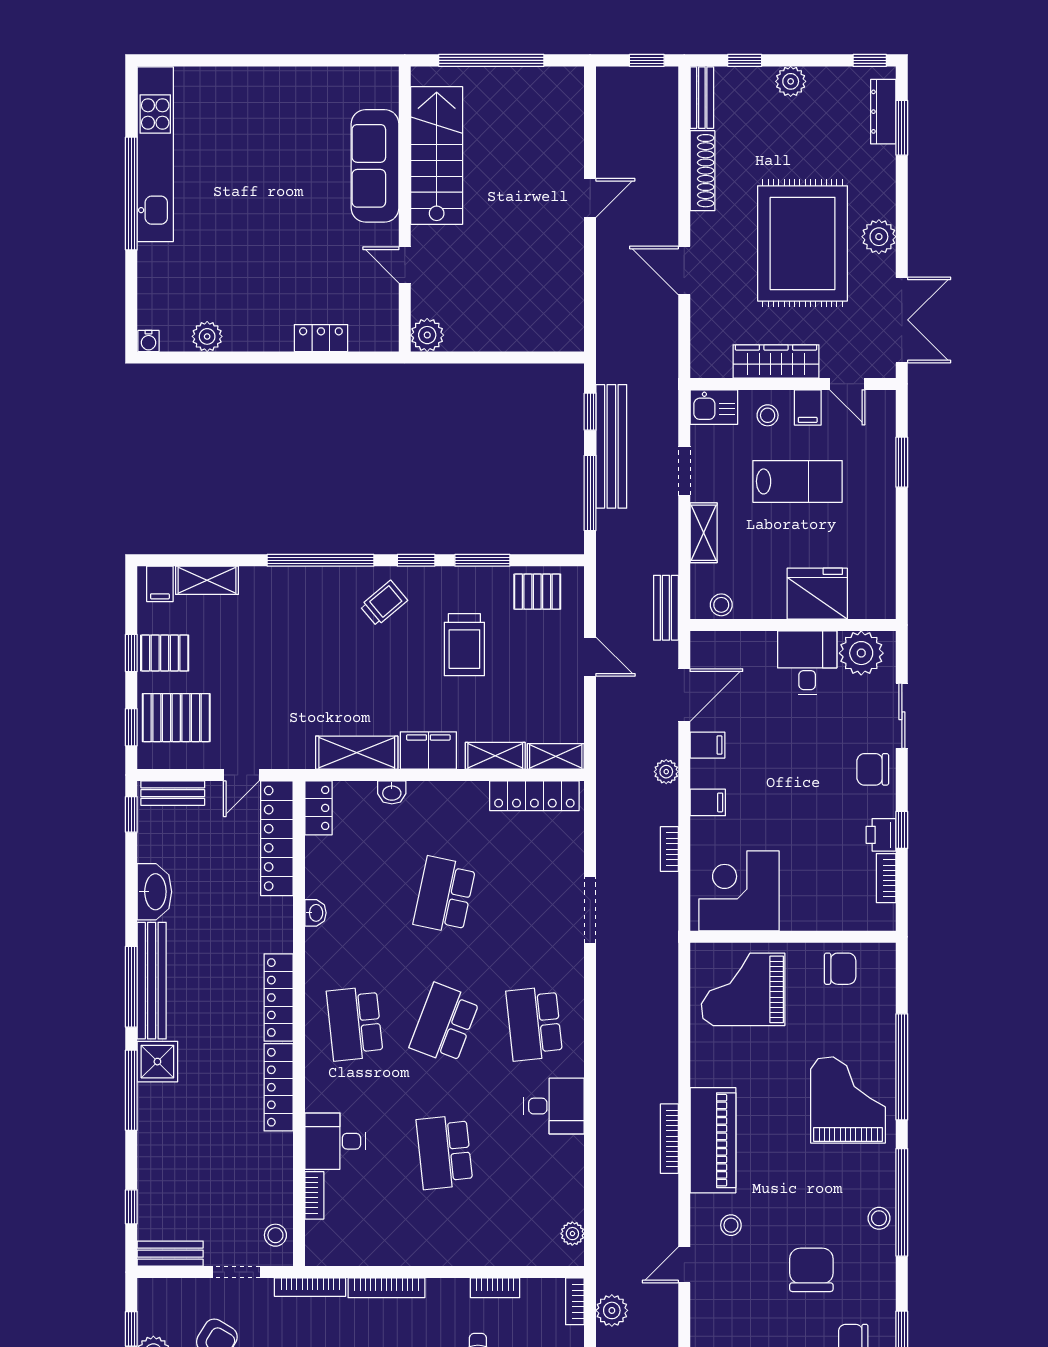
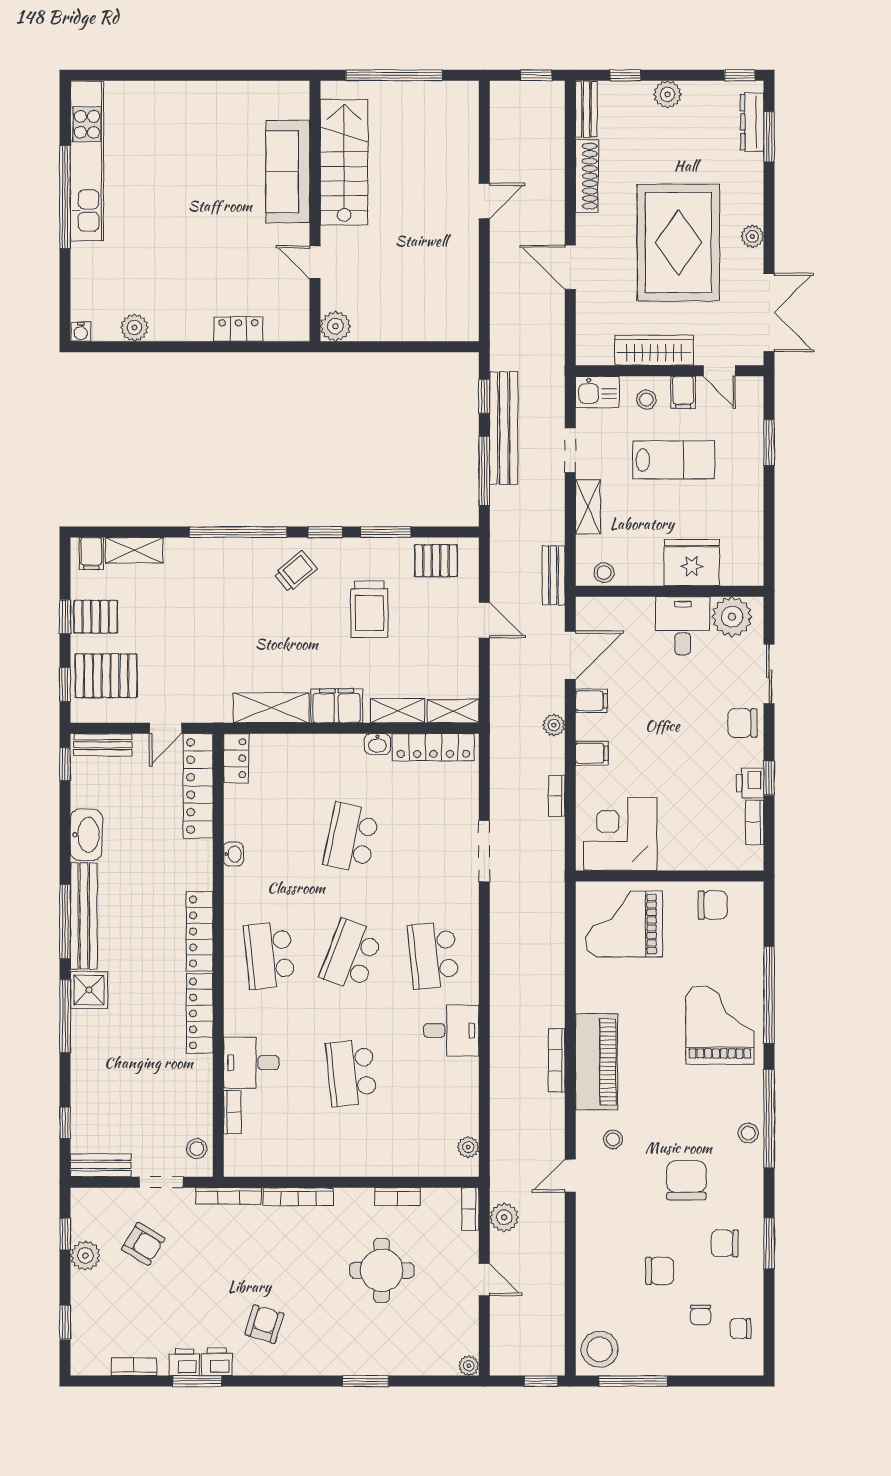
plant: (879, 237) -> (752, 236), width x0.73, depth x0.73
washbasin: (392, 792) -> (377, 744), moved

